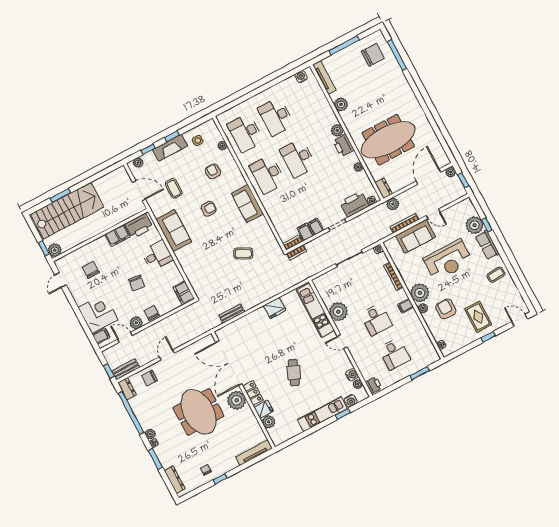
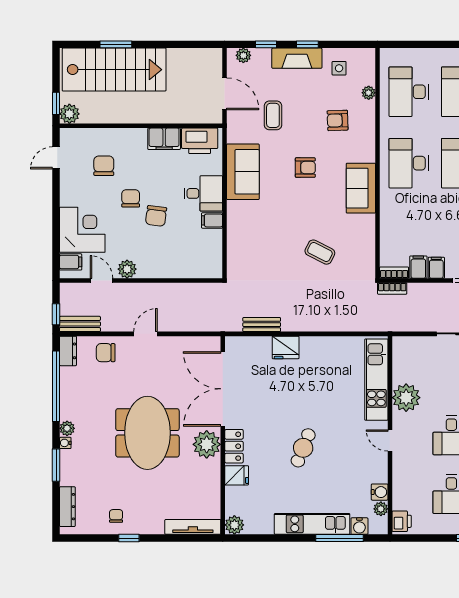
armchair: (213, 171) -> (338, 120), turned -92
filing cabinet: (184, 293) -> (212, 220), moved, width x0.50
fridge: (274, 308) -> (286, 347), moved
chair: (152, 313) -> (131, 198), moved
window: (343, 414) -> (339, 538), width x2.17
plant: (269, 422) -> (234, 525), moved

